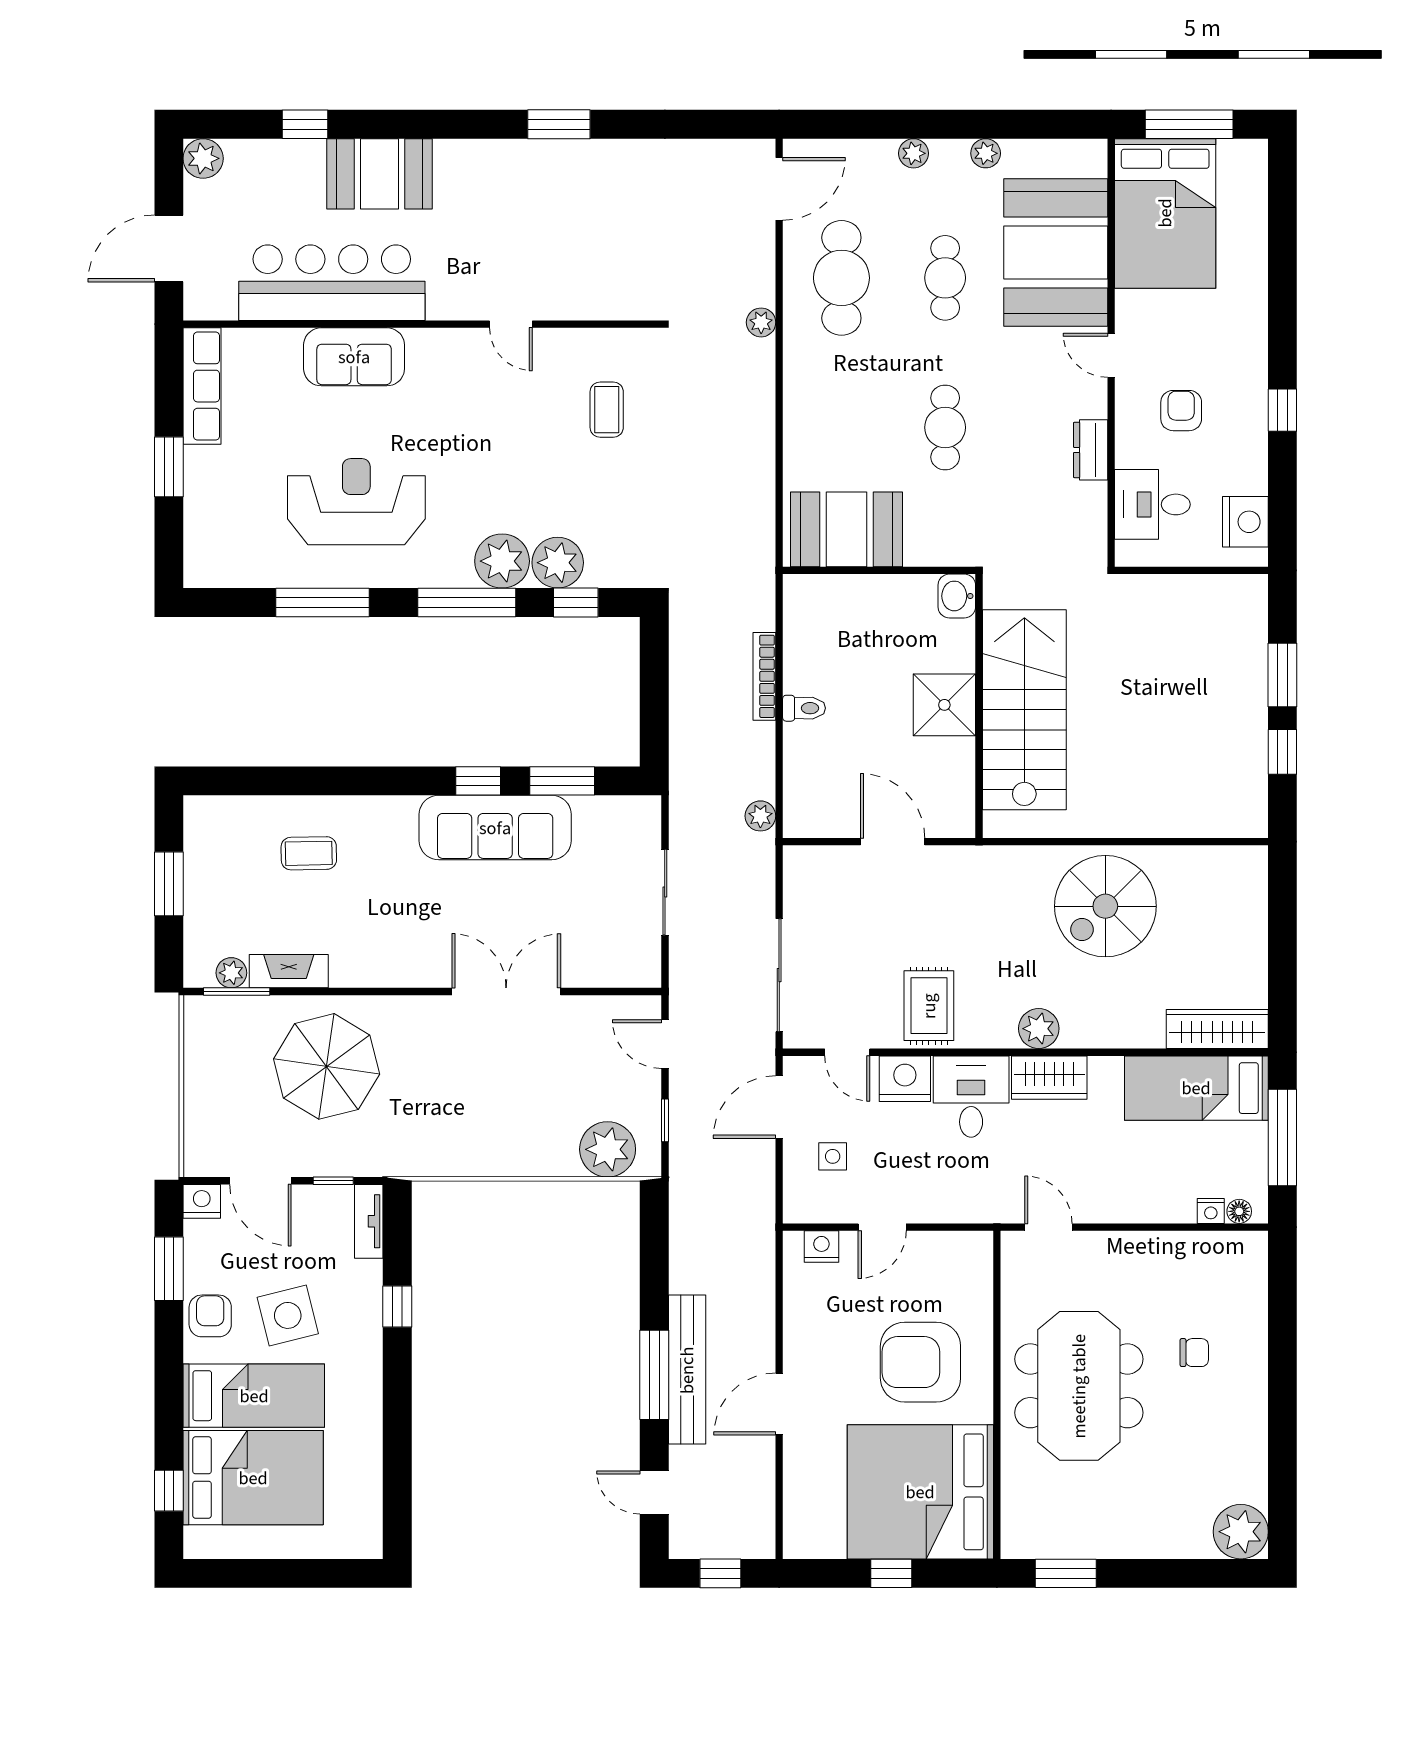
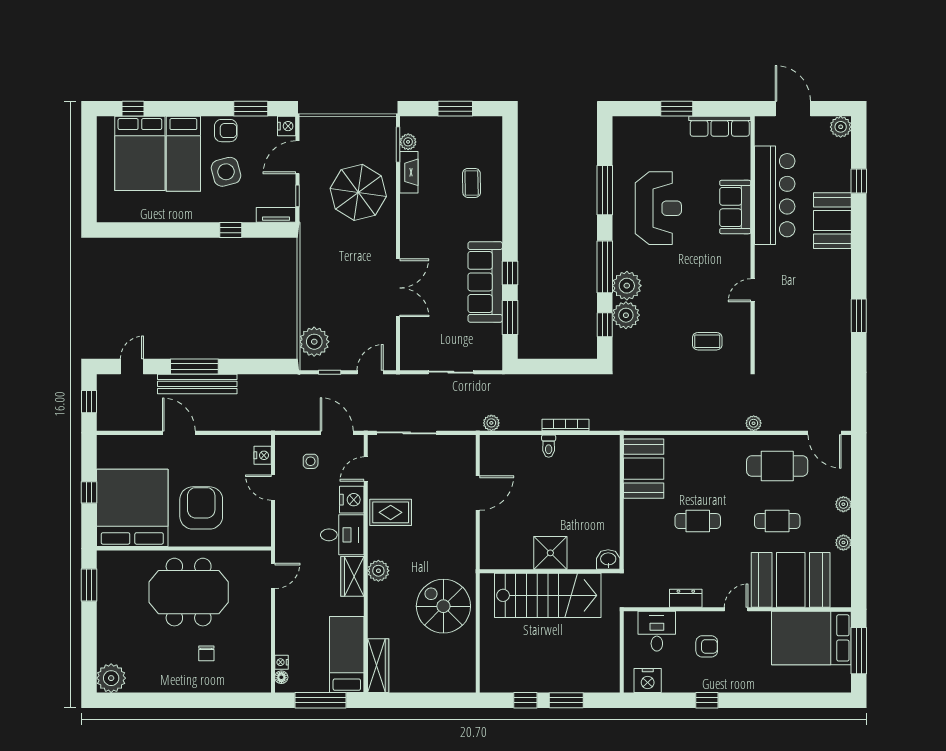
washbasin: (957, 596) -> (608, 559), moved
shower: (944, 705) -> (550, 553), moved
wall: (979, 706) -> (550, 571), moved
stairs: (1024, 710) -> (548, 595), moved

